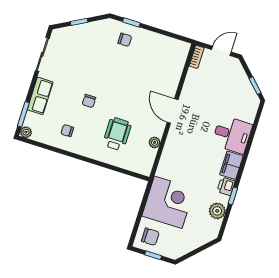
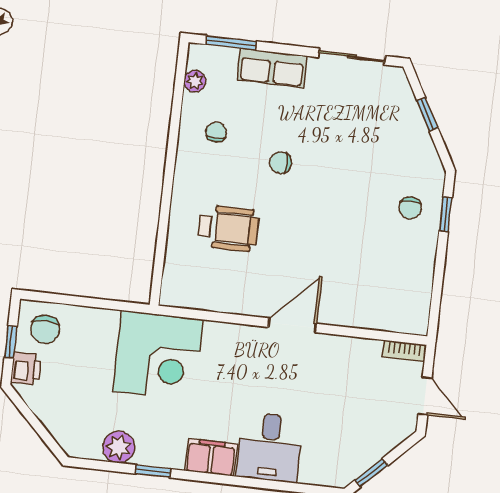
plant: (26, 132) -> (195, 81), moved
plant: (155, 142) -> (226, 303), removed
printer: (226, 186) -> (26, 369), moved, turned 90
corner desk: (168, 202) -> (158, 355), moved

